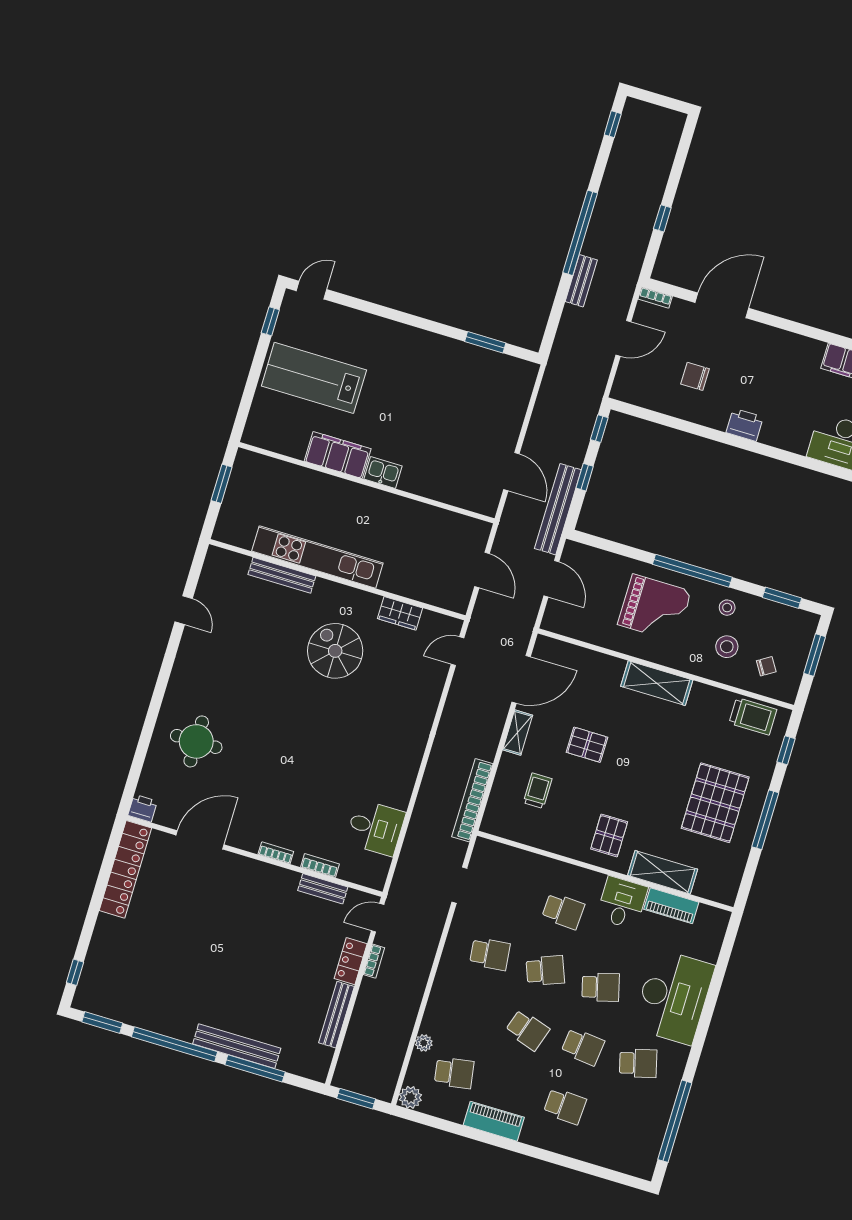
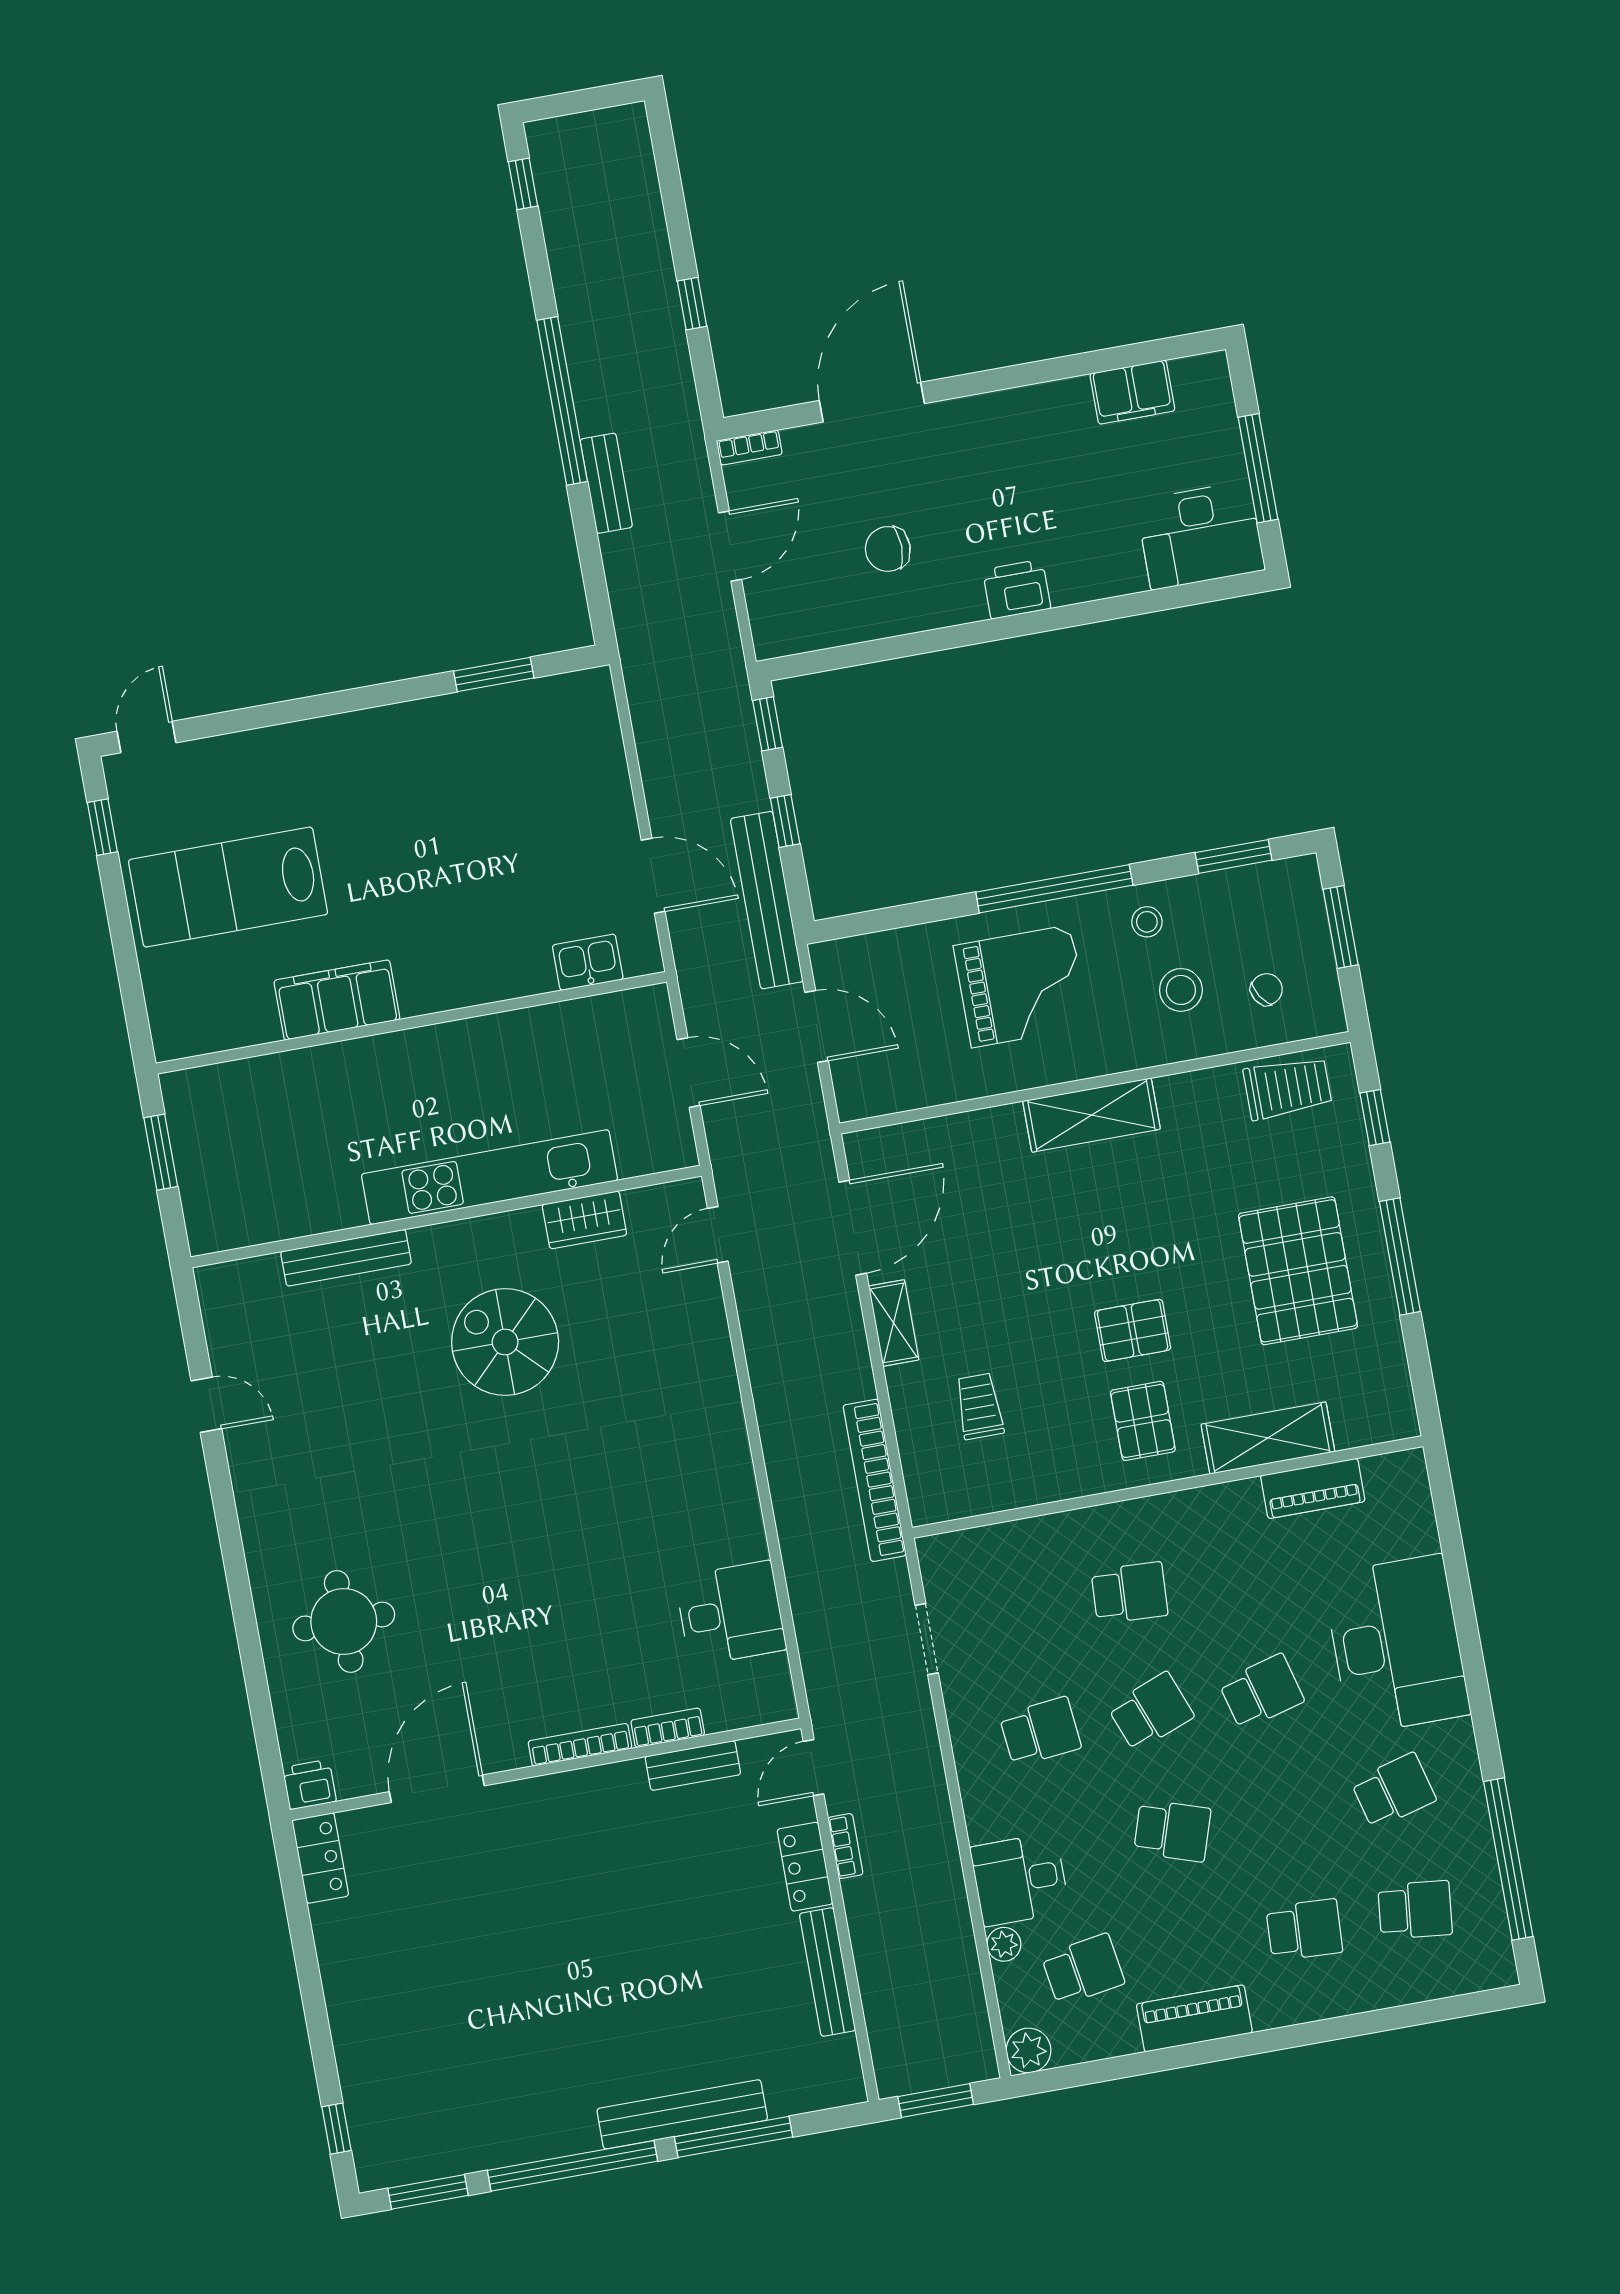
kitchen sink: (383, 472) -> (588, 962), moved
kitchen unit: (317, 557) -> (490, 1177), moved
pallet: (587, 745) -> (1133, 1330), moved
bookcase: (276, 853) -> (580, 1745), width x1.56
locker: (125, 869) -> (320, 1858), width x0.46, depth x0.83
desk: (622, 903) -> (1020, 1879), moved, turned -90
school desk: (583, 1047) -> (1415, 1910), moved

